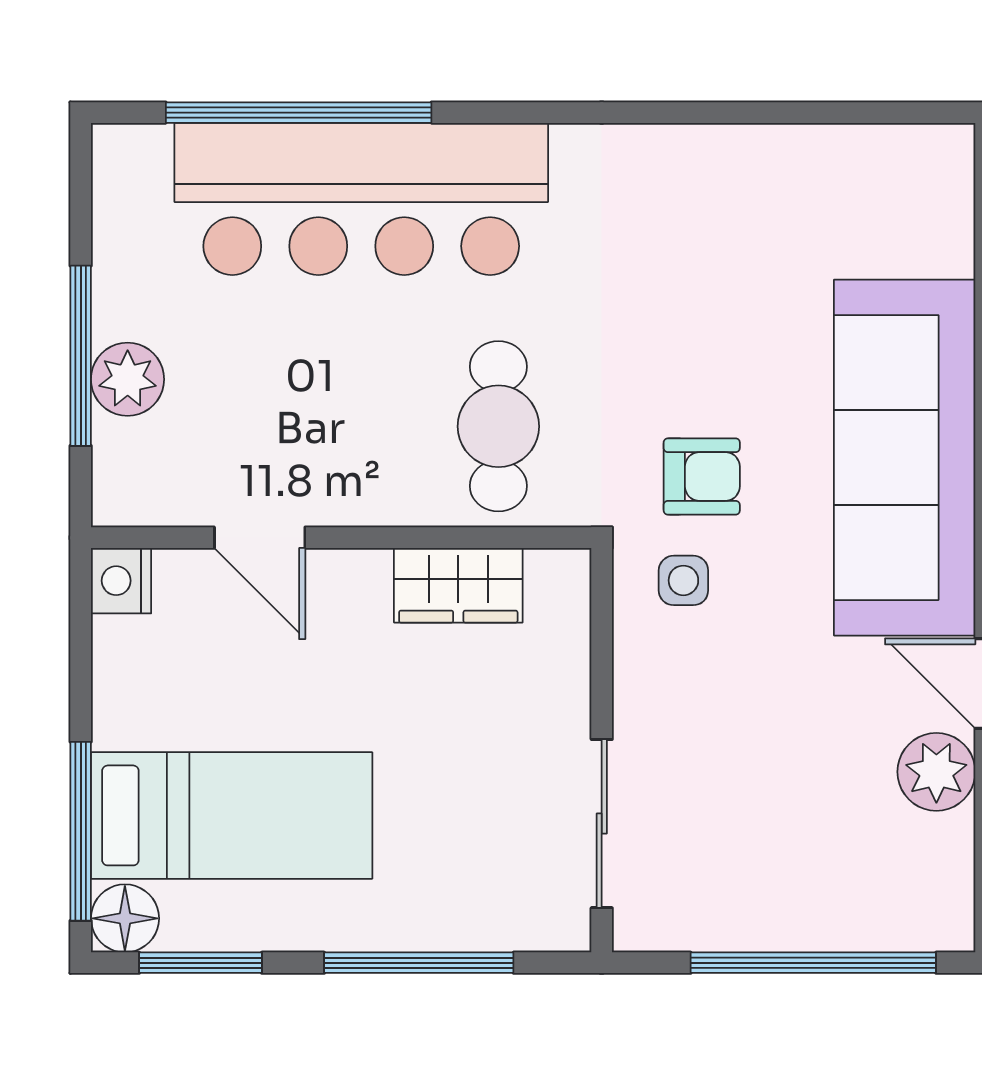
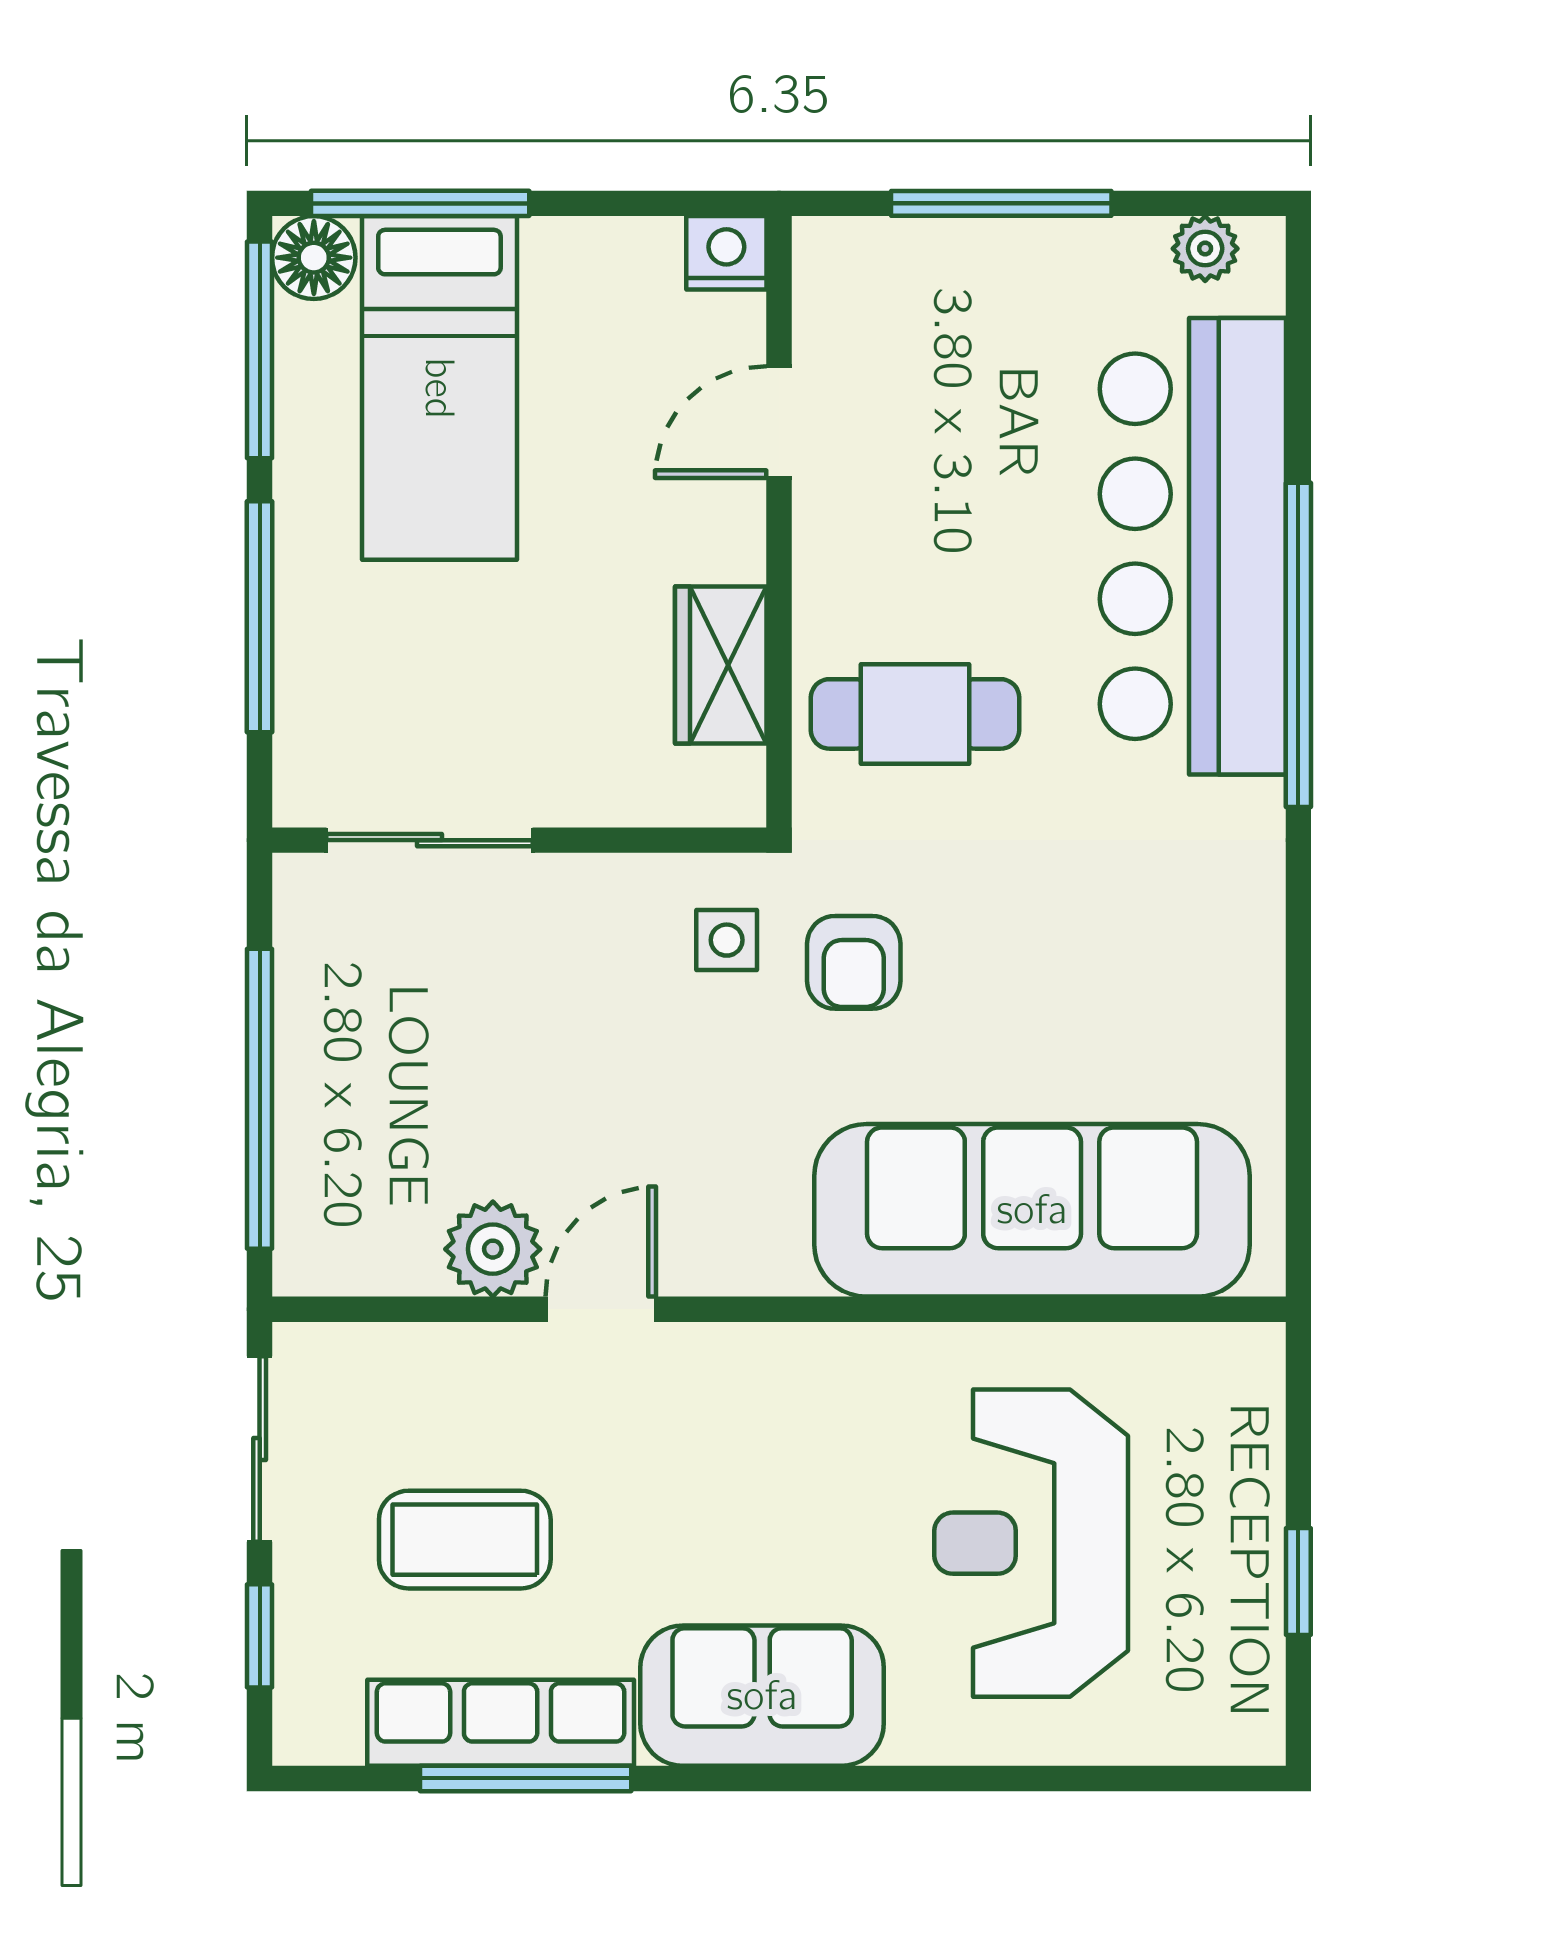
window: (299, 113) -> (1298, 645), moved
plant: (128, 379) -> (1205, 249), moved, width x0.73, depth x0.73
sofa: (905, 458) -> (1032, 1210), moved
window: (200, 963) -> (260, 350), width x1.44

